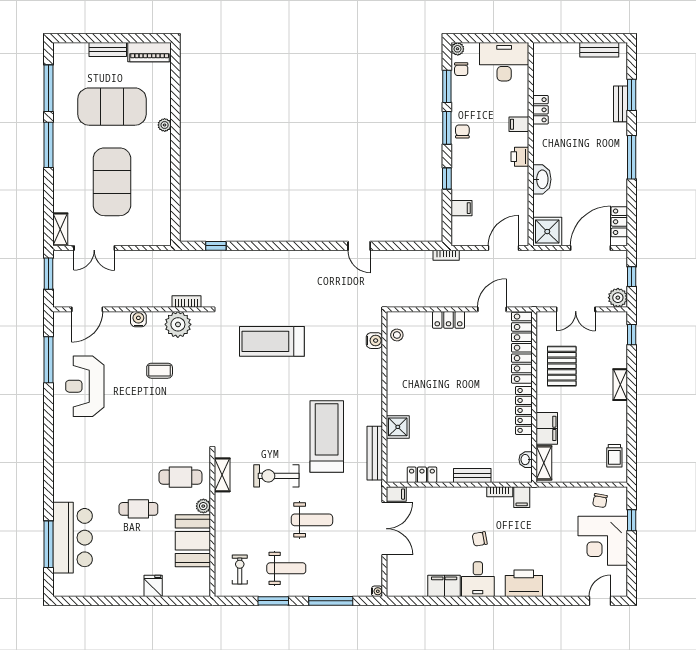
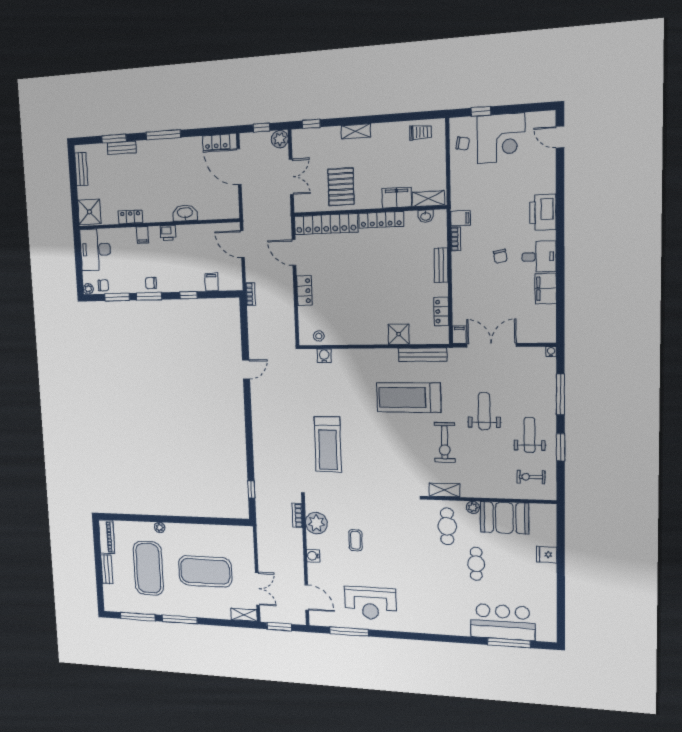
shower: (547, 232) -> (89, 212), moved
pallet: (562, 366) -> (341, 187), turned 90

